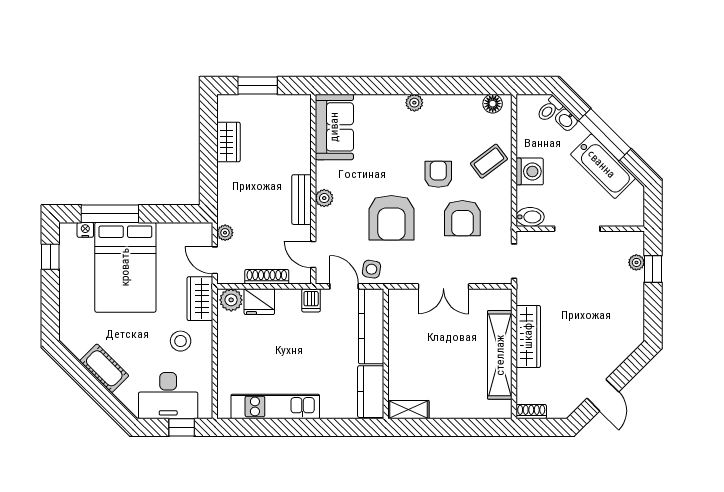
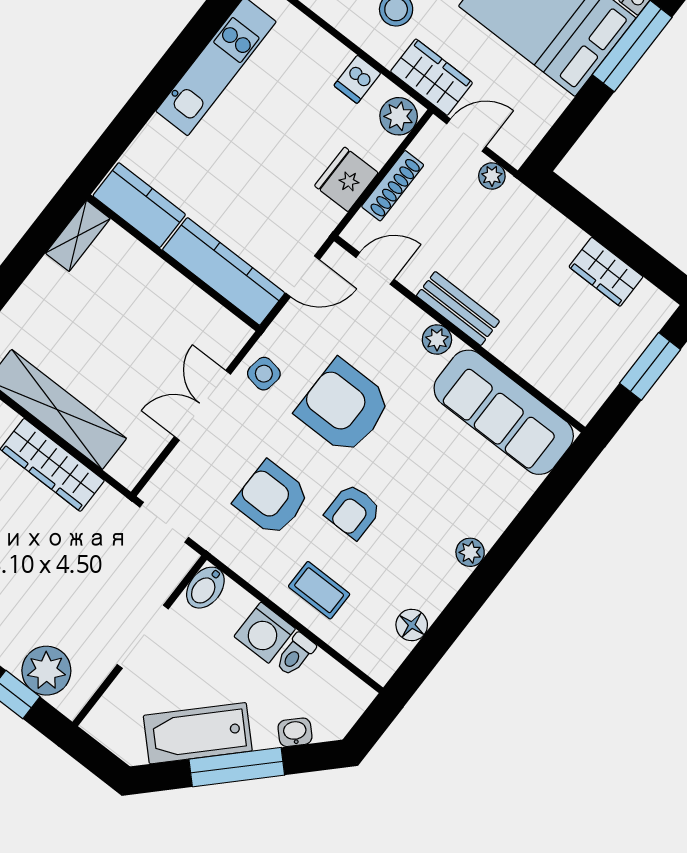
floor lamp: (493, 104) -> (412, 625), moved
toilet: (549, 109) -> (295, 654), moved, turned -135
sofa: (334, 127) -> (504, 412), width x1.36
coffee table: (489, 161) -> (319, 590), turned -53
armchair: (438, 174) -> (353, 511), turned 90
plant: (636, 262) -> (46, 671), width x1.87, depth x1.87
side table: (371, 269) -> (264, 374), moved
dishwasher: (311, 300) -> (357, 79), moved, turned -90
fridge: (259, 302) -> (346, 179), moved

